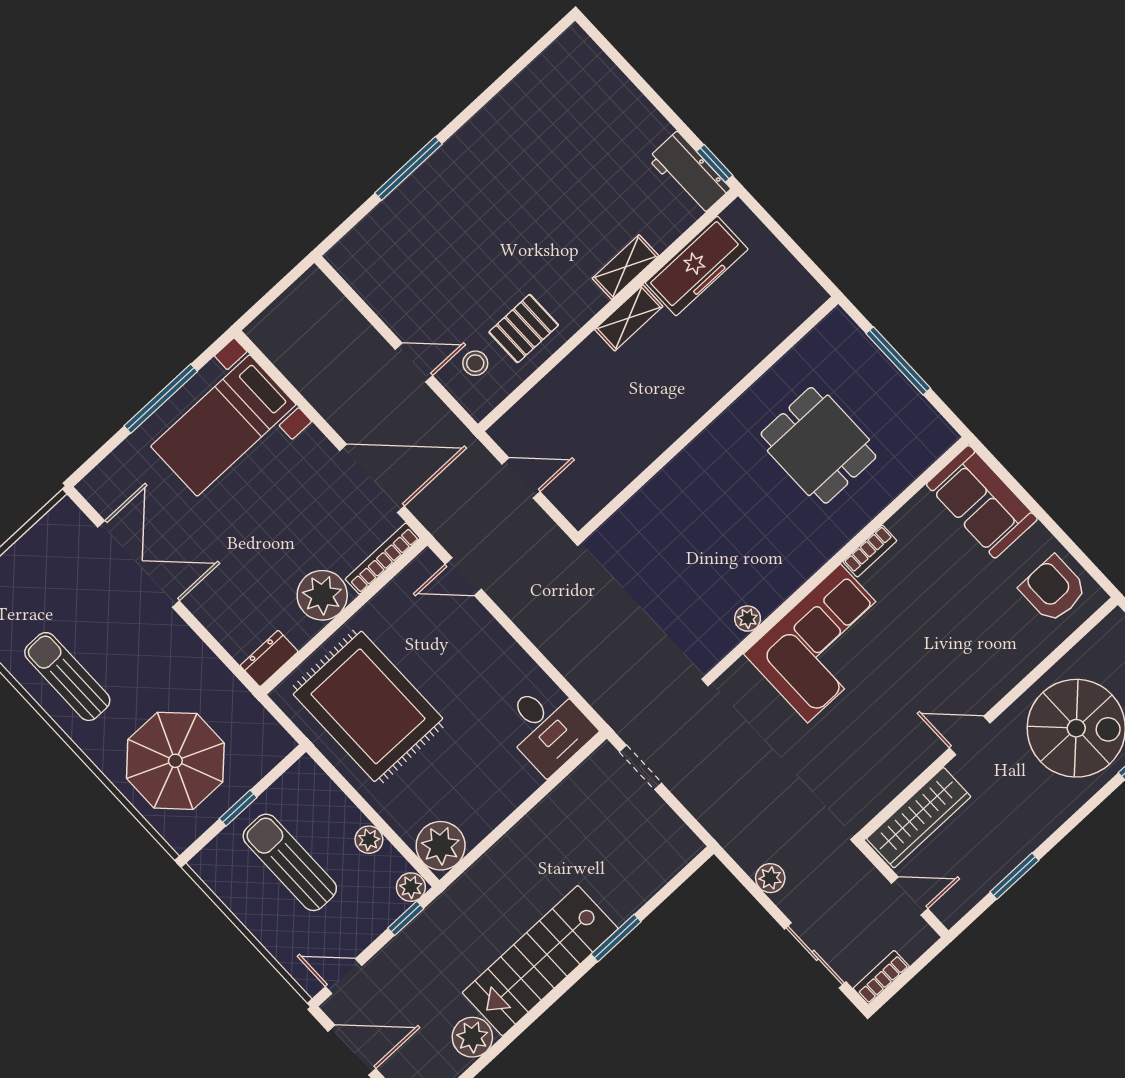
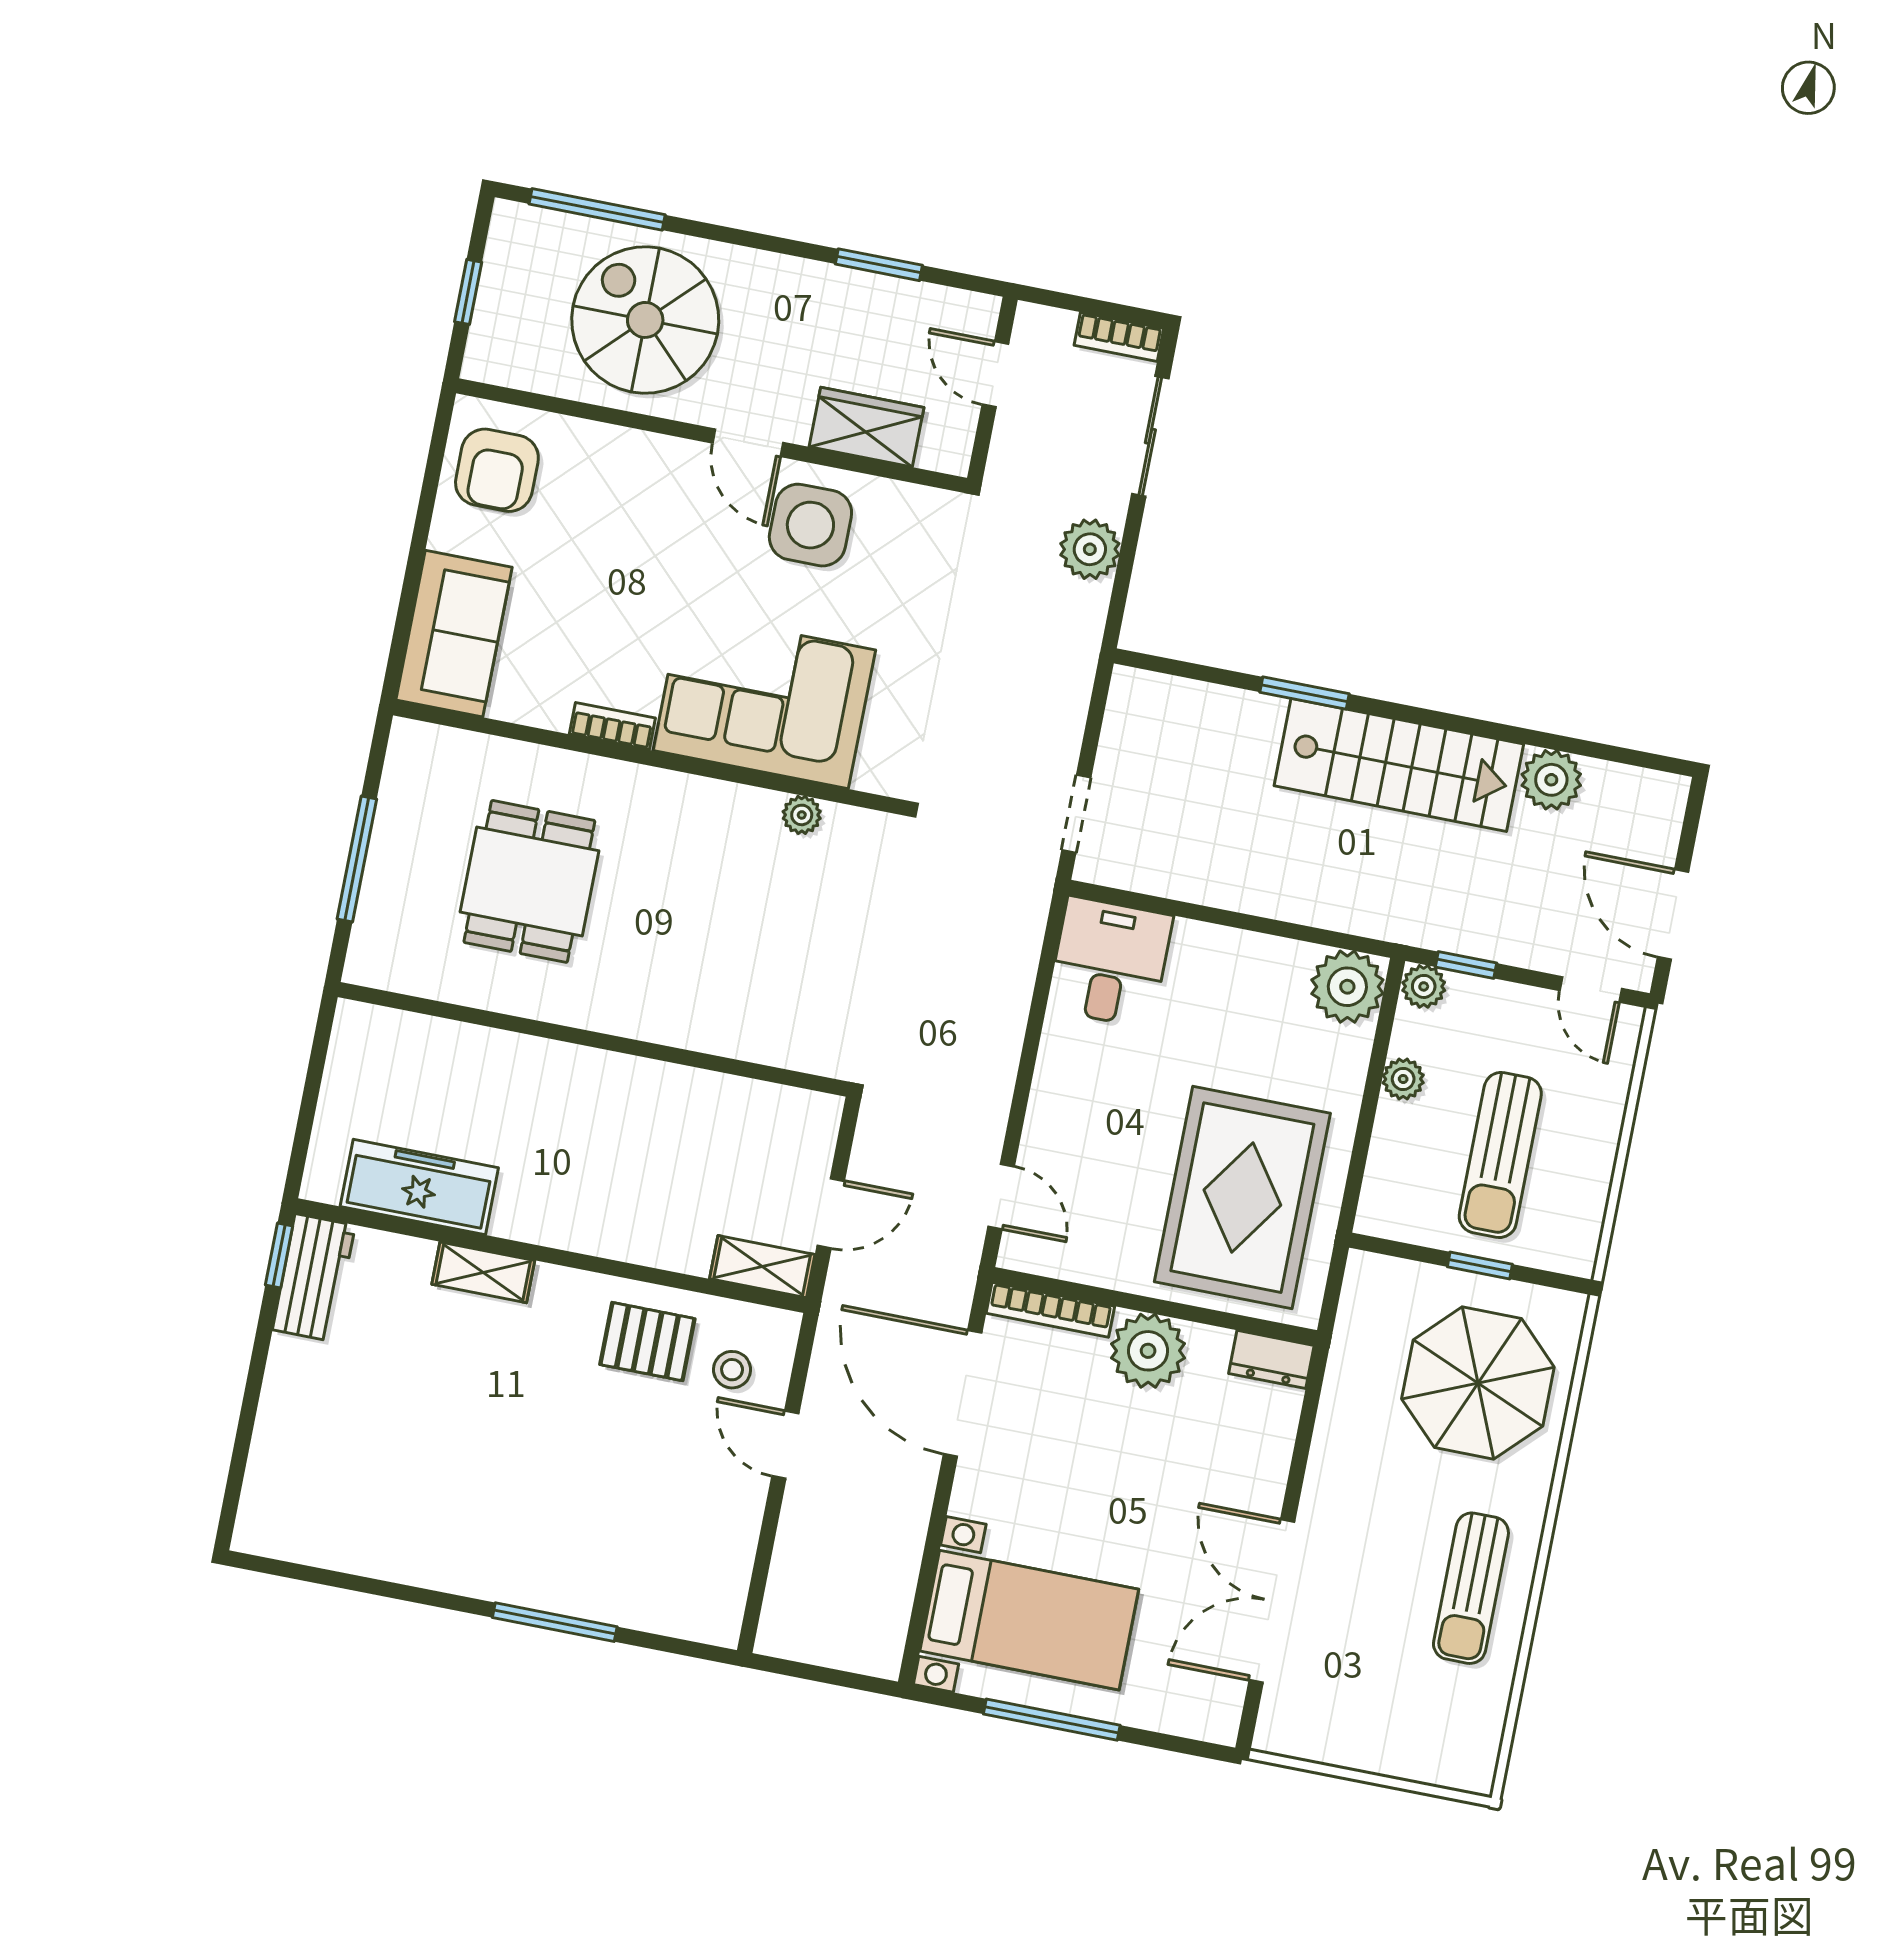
shelving: (629, 318) -> (762, 1267), moved
door: (521, 478) -> (831, 1213), swing flipped
side table: (901, 737) -> (810, 525), added
wardrobe: (919, 818) -> (867, 427), width x0.67
plant: (770, 878) -> (1090, 549), width x1.38, depth x1.38

